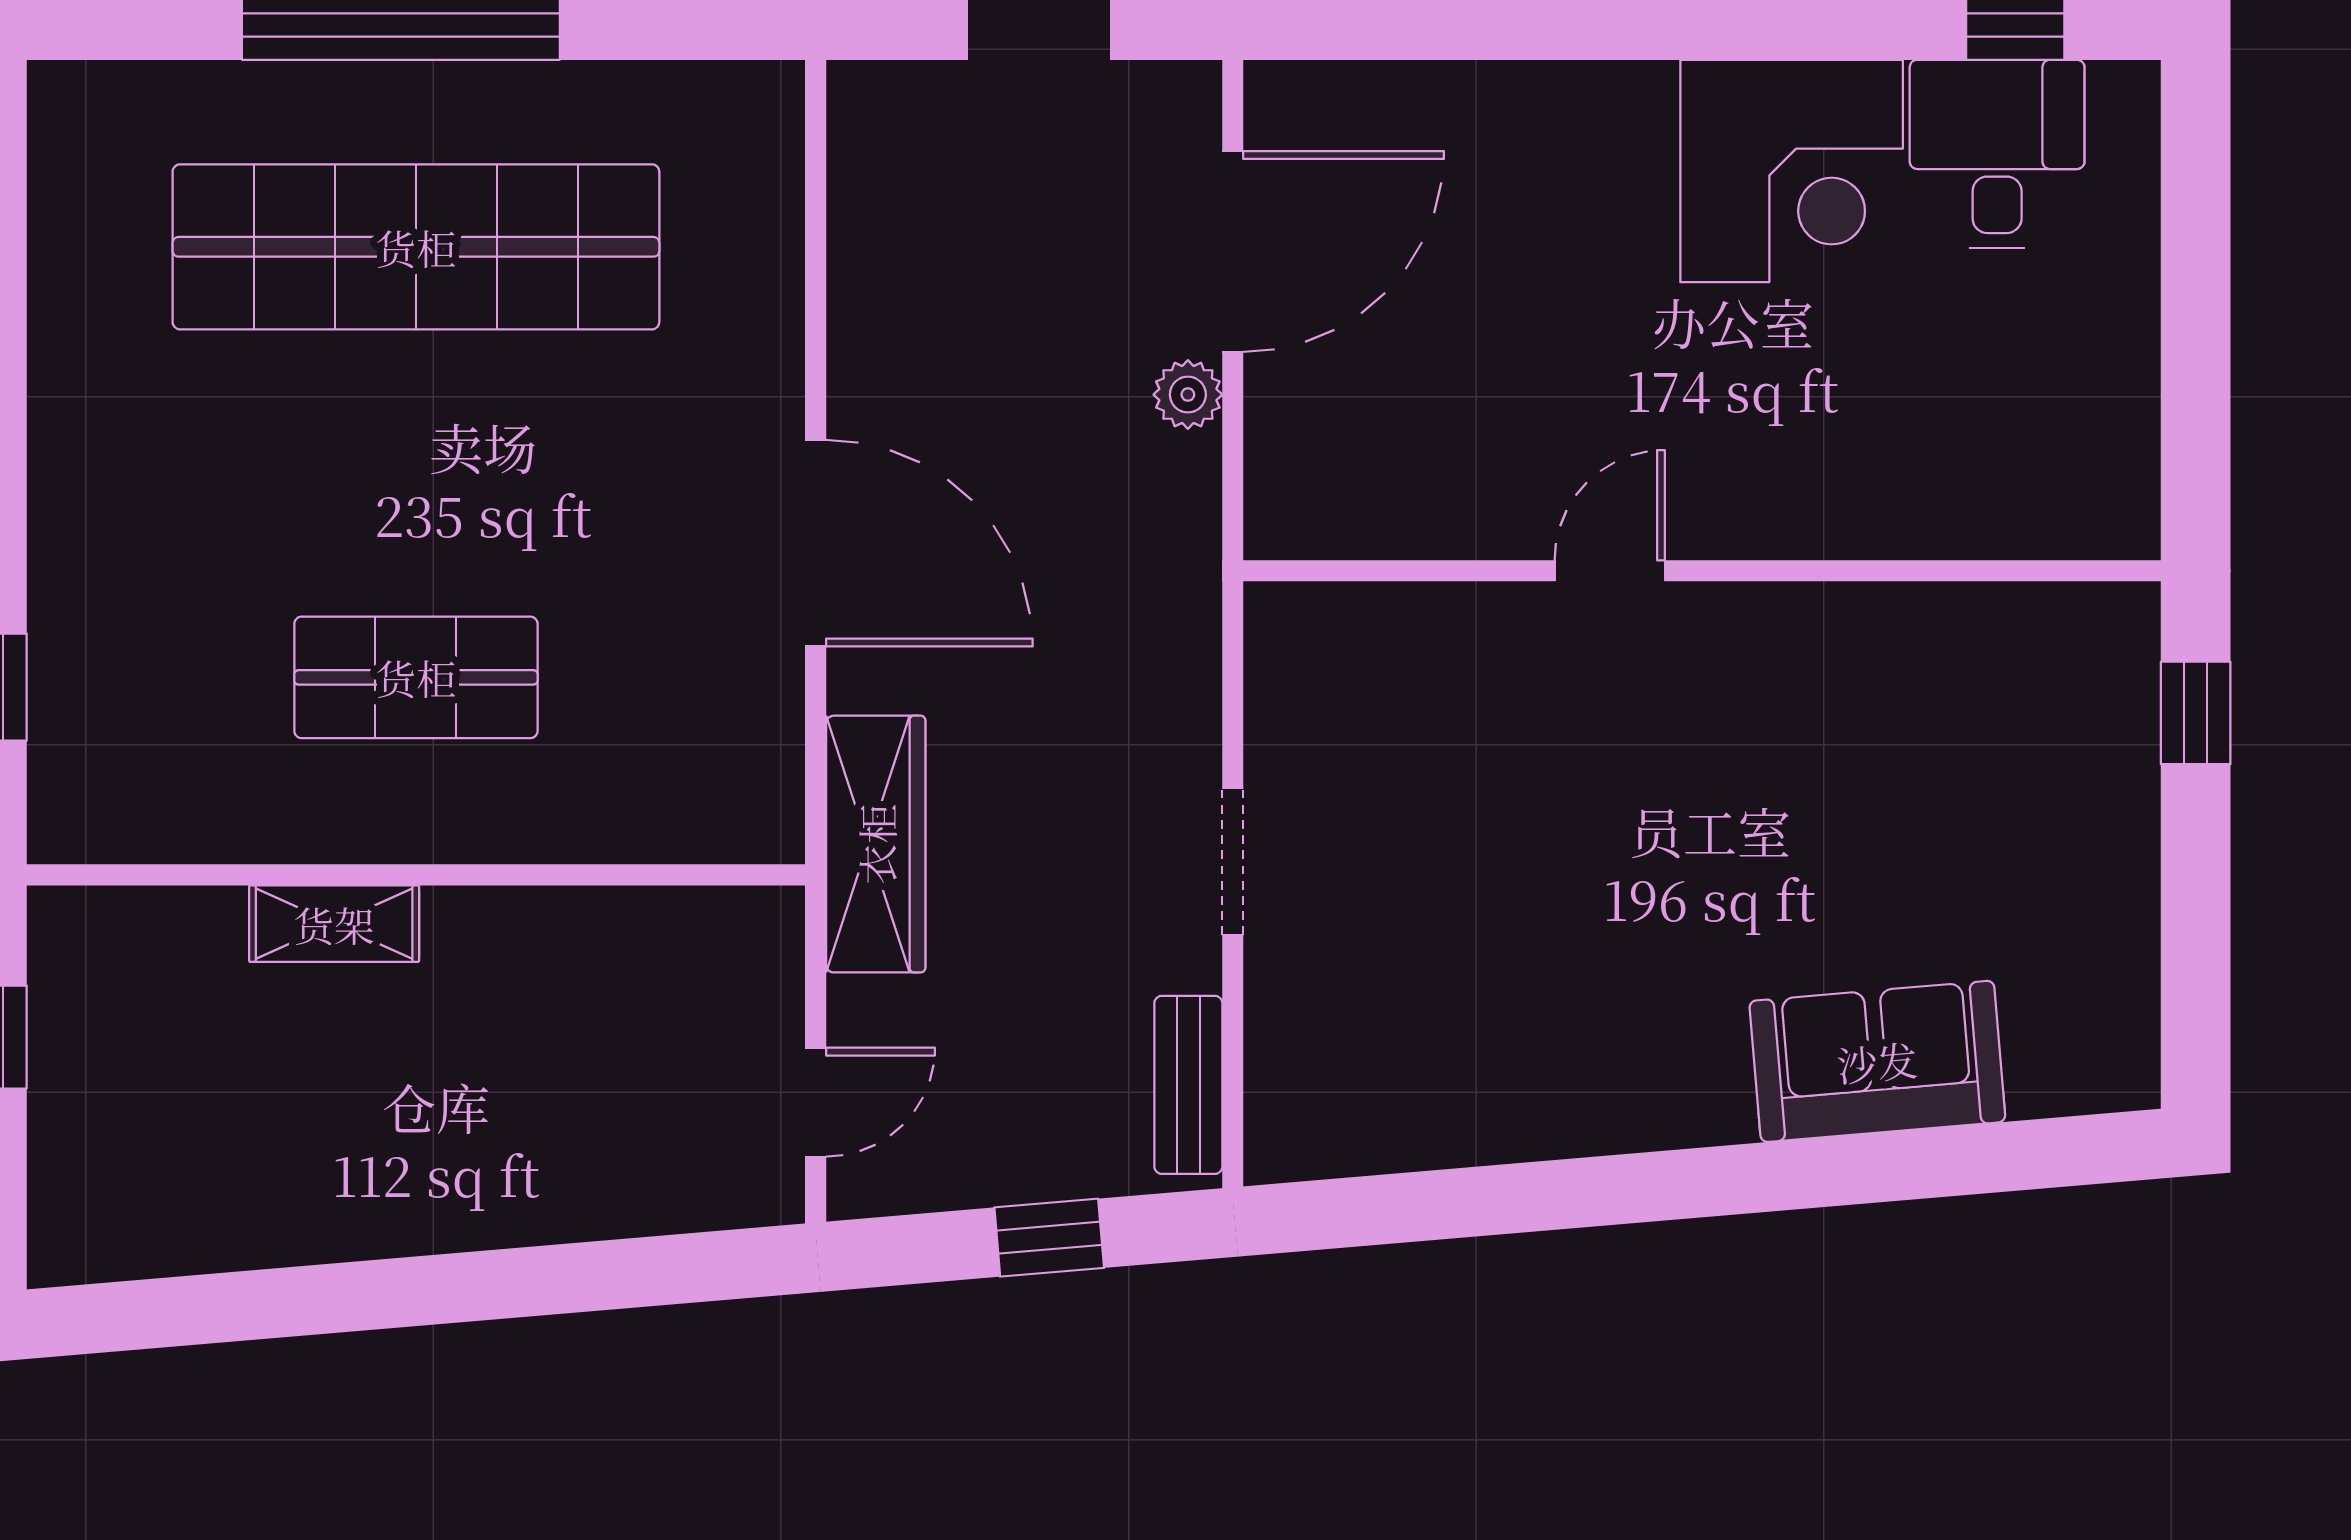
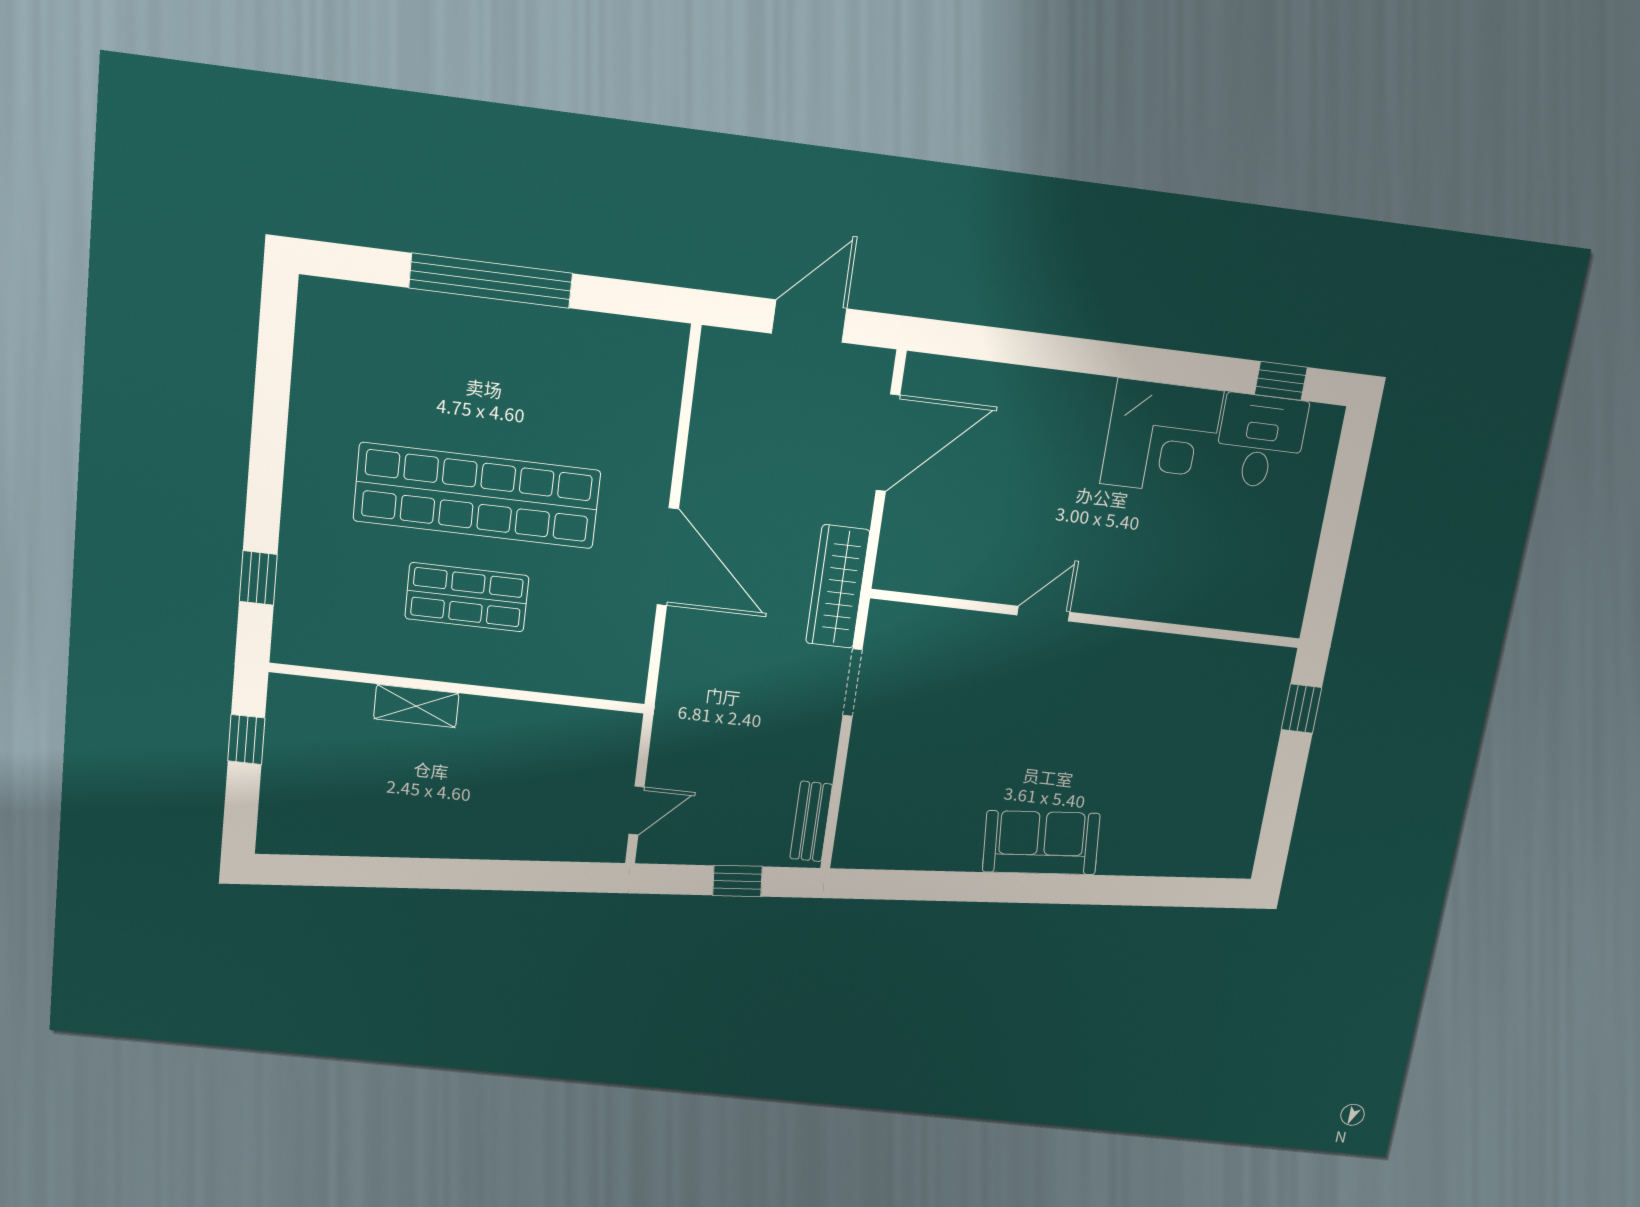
shop shelf: (416, 247) -> (477, 496), moved
plant: (1188, 395) -> (856, 508), removed
wardrobe: (876, 844) -> (838, 587), moved, turned 180
doorway: (1233, 861) -> (853, 683), moved
sofa: (1877, 1061) -> (1041, 843), moved

